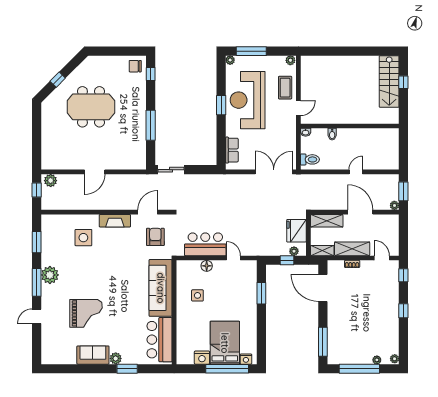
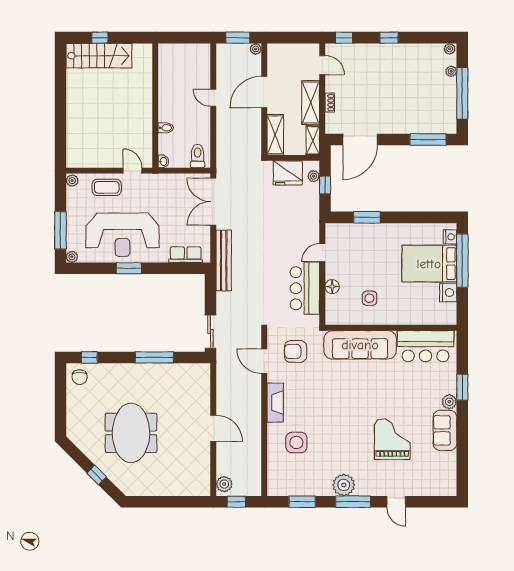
bench: (227, 180) -> (224, 260), added
door: (382, 258) -> (322, 65), swing flipped

